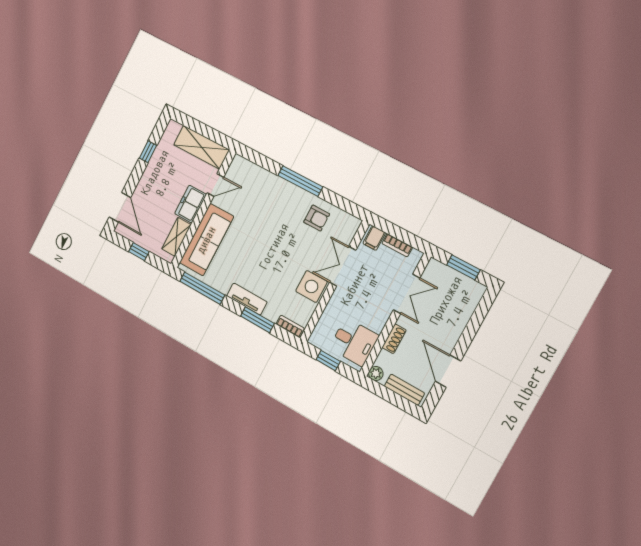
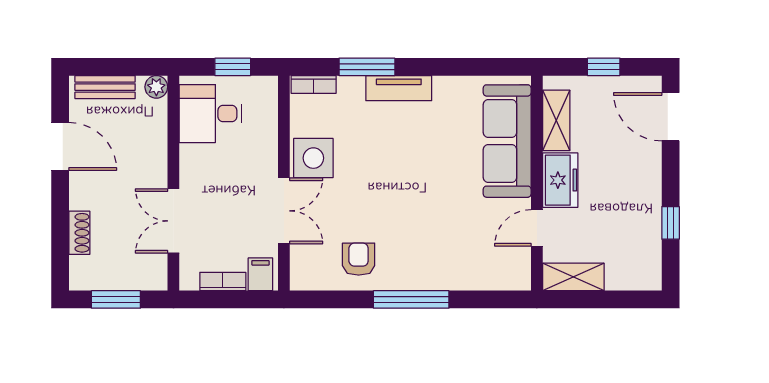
shelving: (201, 147) -> (573, 277), width x0.67, depth x0.75
armchair: (317, 218) -> (359, 259), turned 90
window: (202, 288) -> (475, 67), removed
shoe rack: (394, 339) -> (79, 233), moved, turned 180

